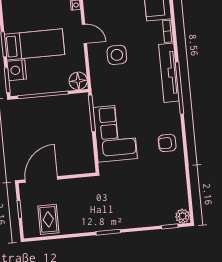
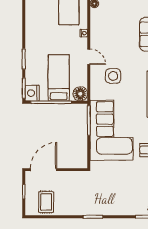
bed: (35, 44) -> (59, 78), moved, turned -90
nightstand: (17, 70) -> (32, 93), moved
corner sofa: (115, 133) -> (112, 130), width x1.36, depth x1.36

